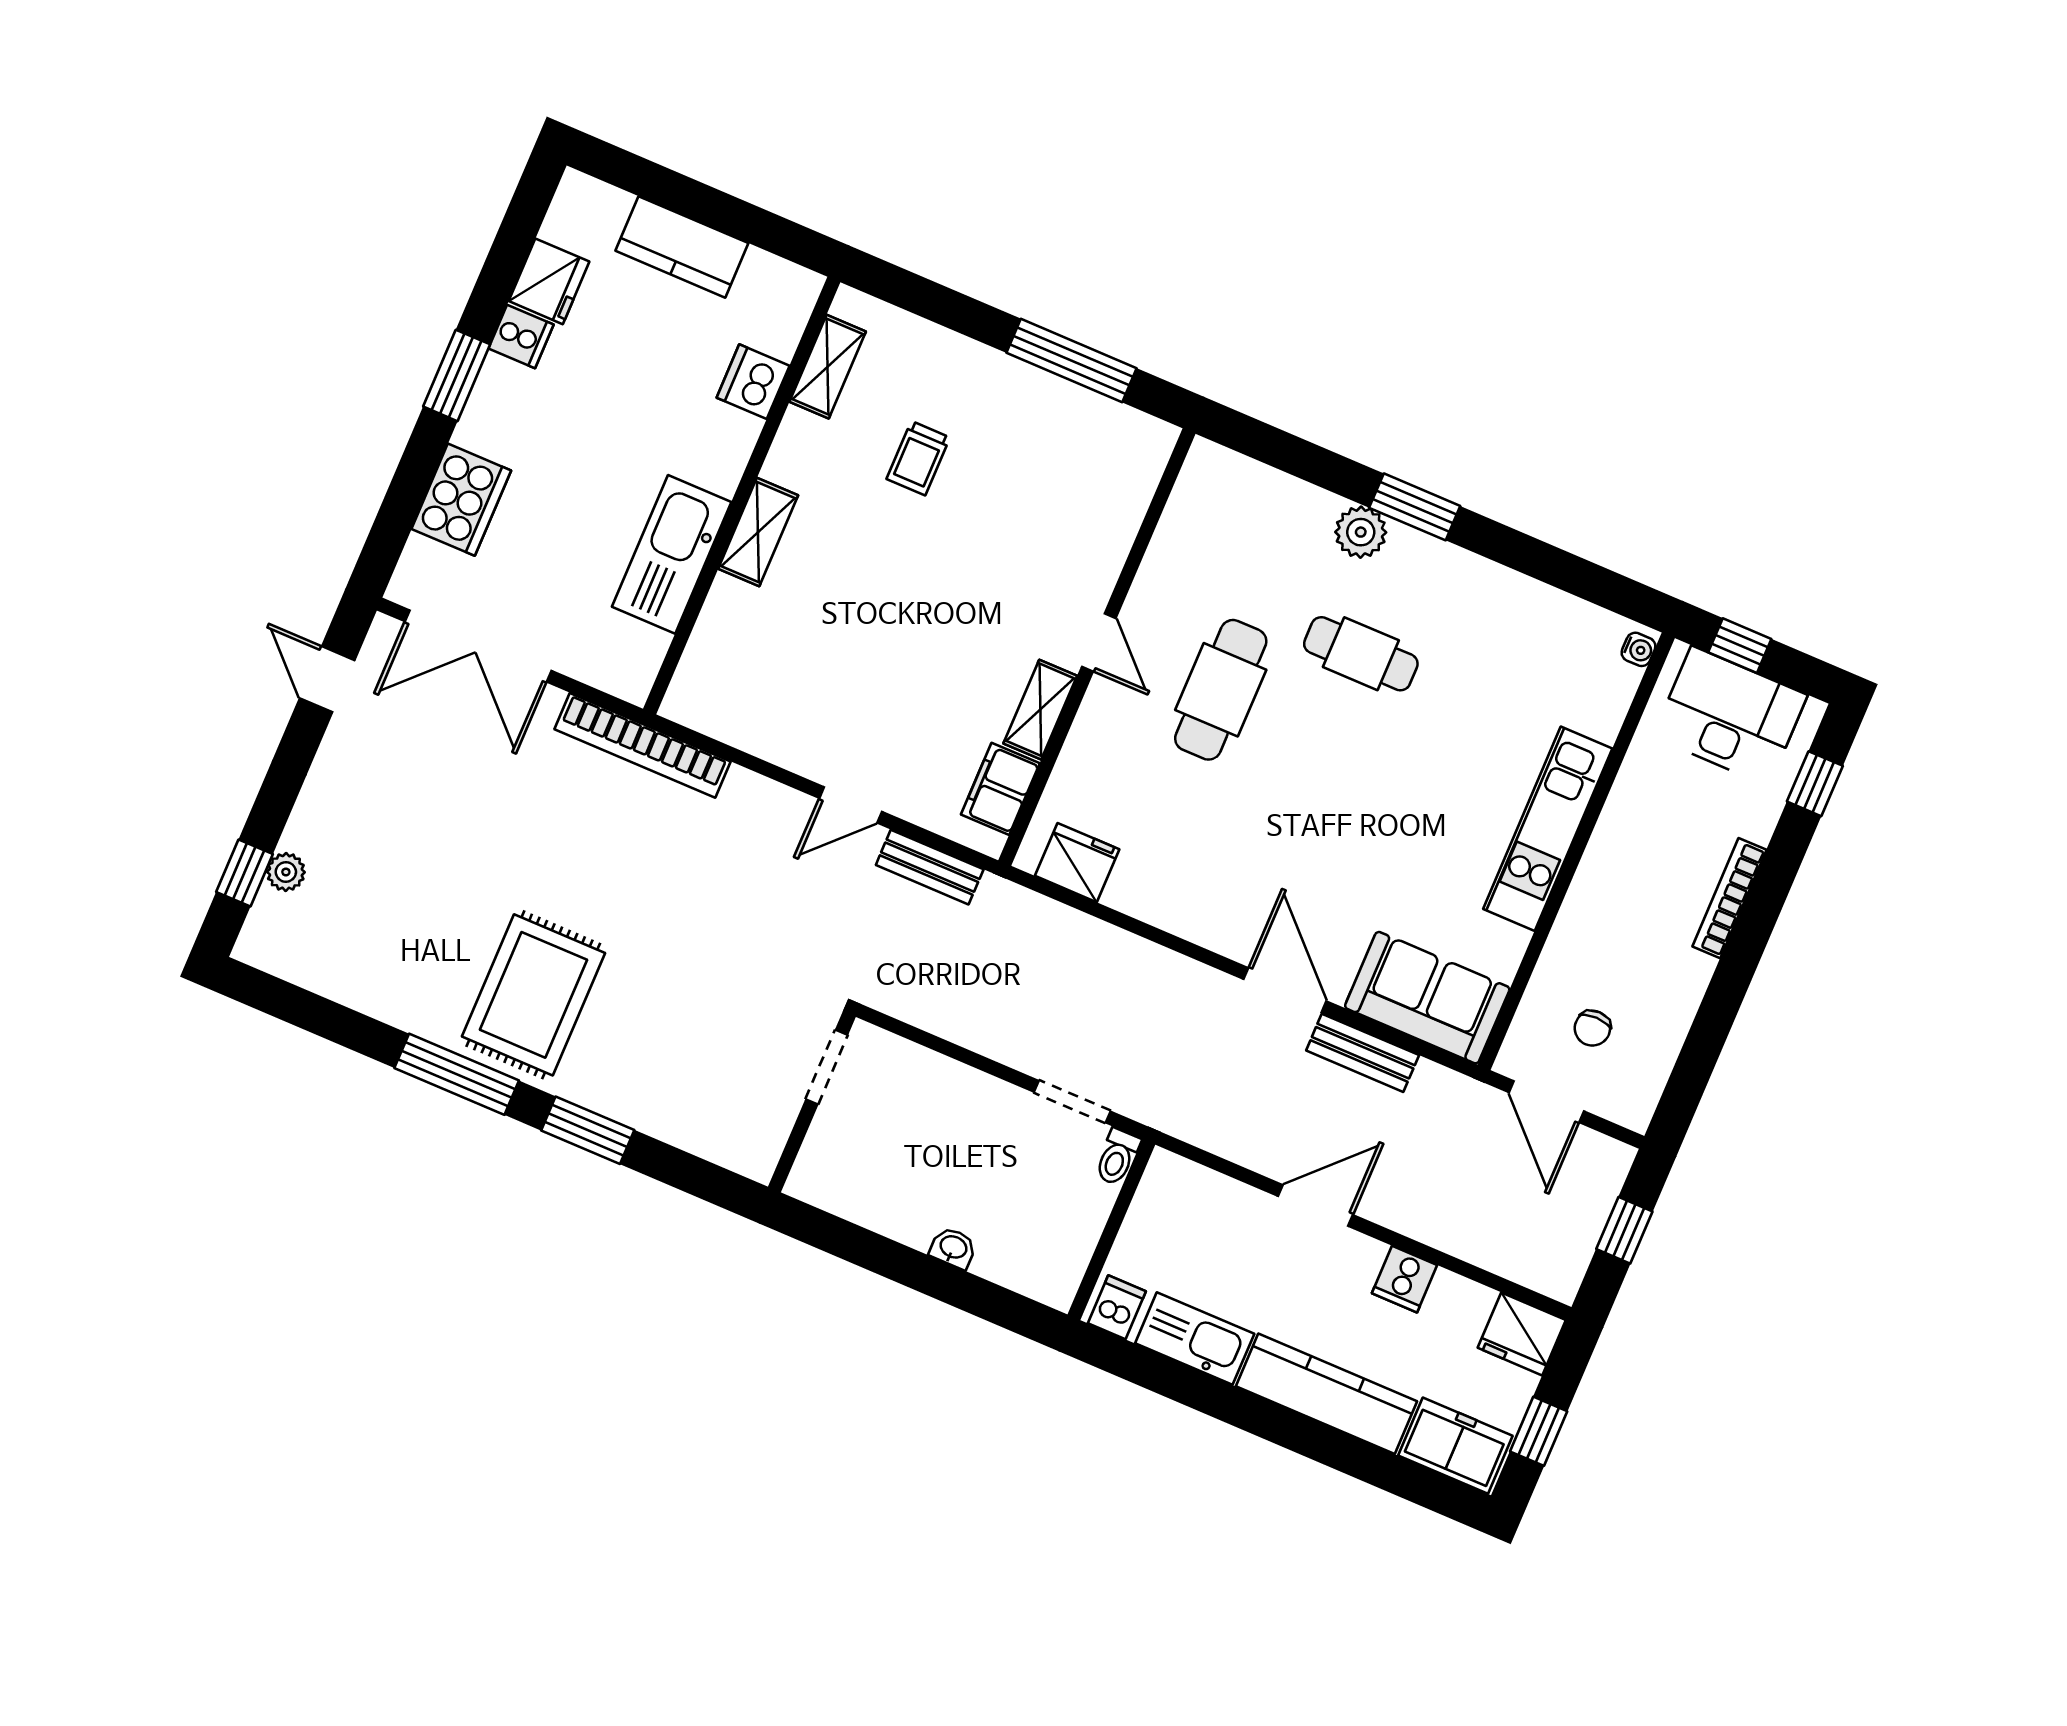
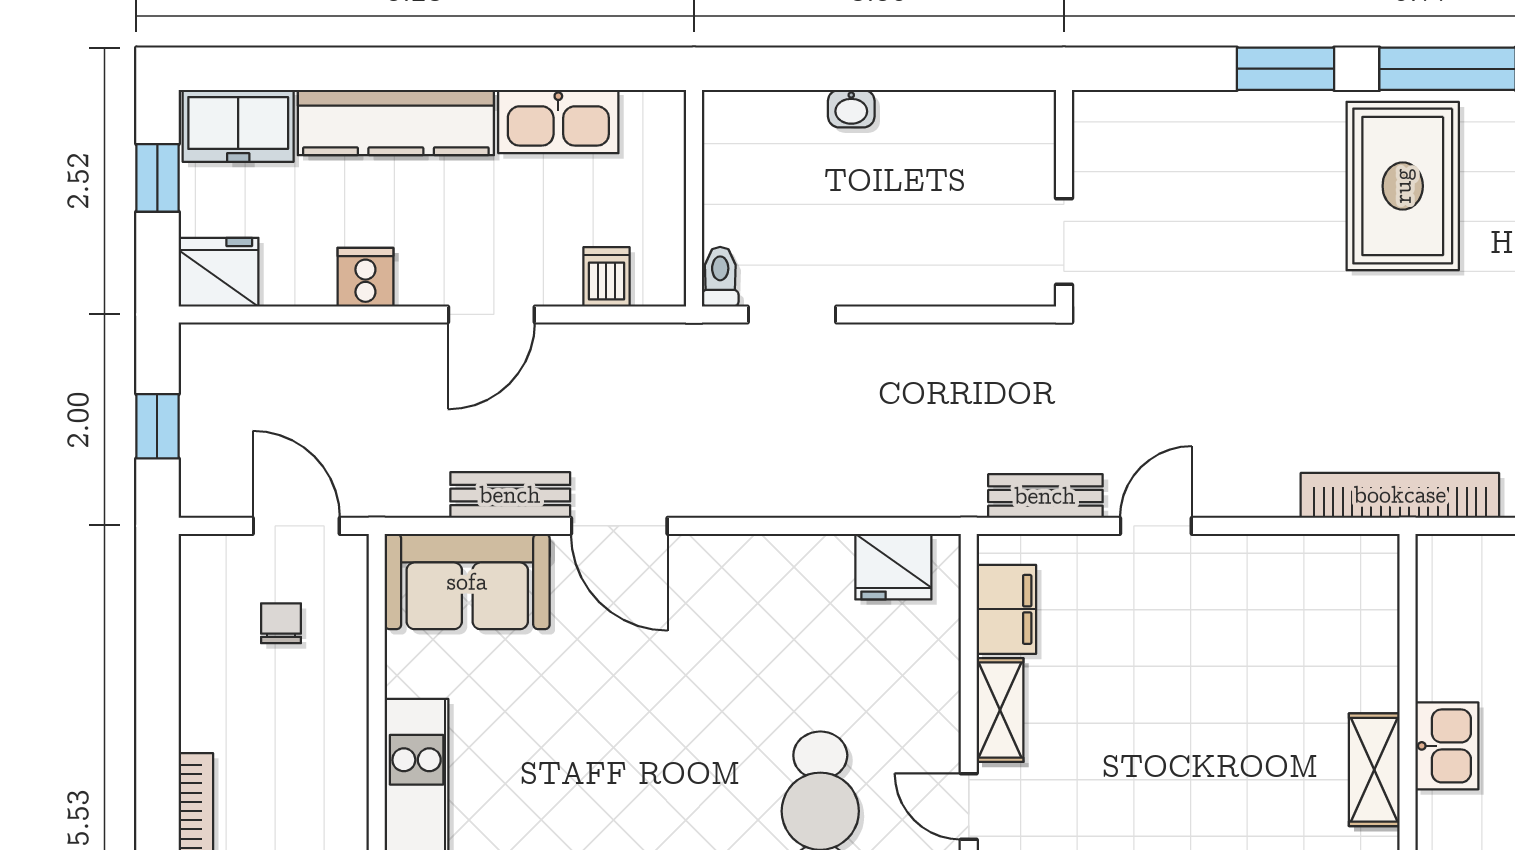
kitchen sink: (672, 554) -> (1447, 746), width x0.53, depth x0.81
dishwasher: (1117, 1307) -> (606, 277), moved, turned 180

